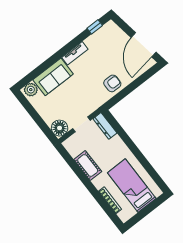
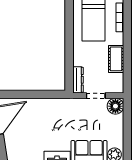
armchair: (112, 83) -> (46, 109), removed

